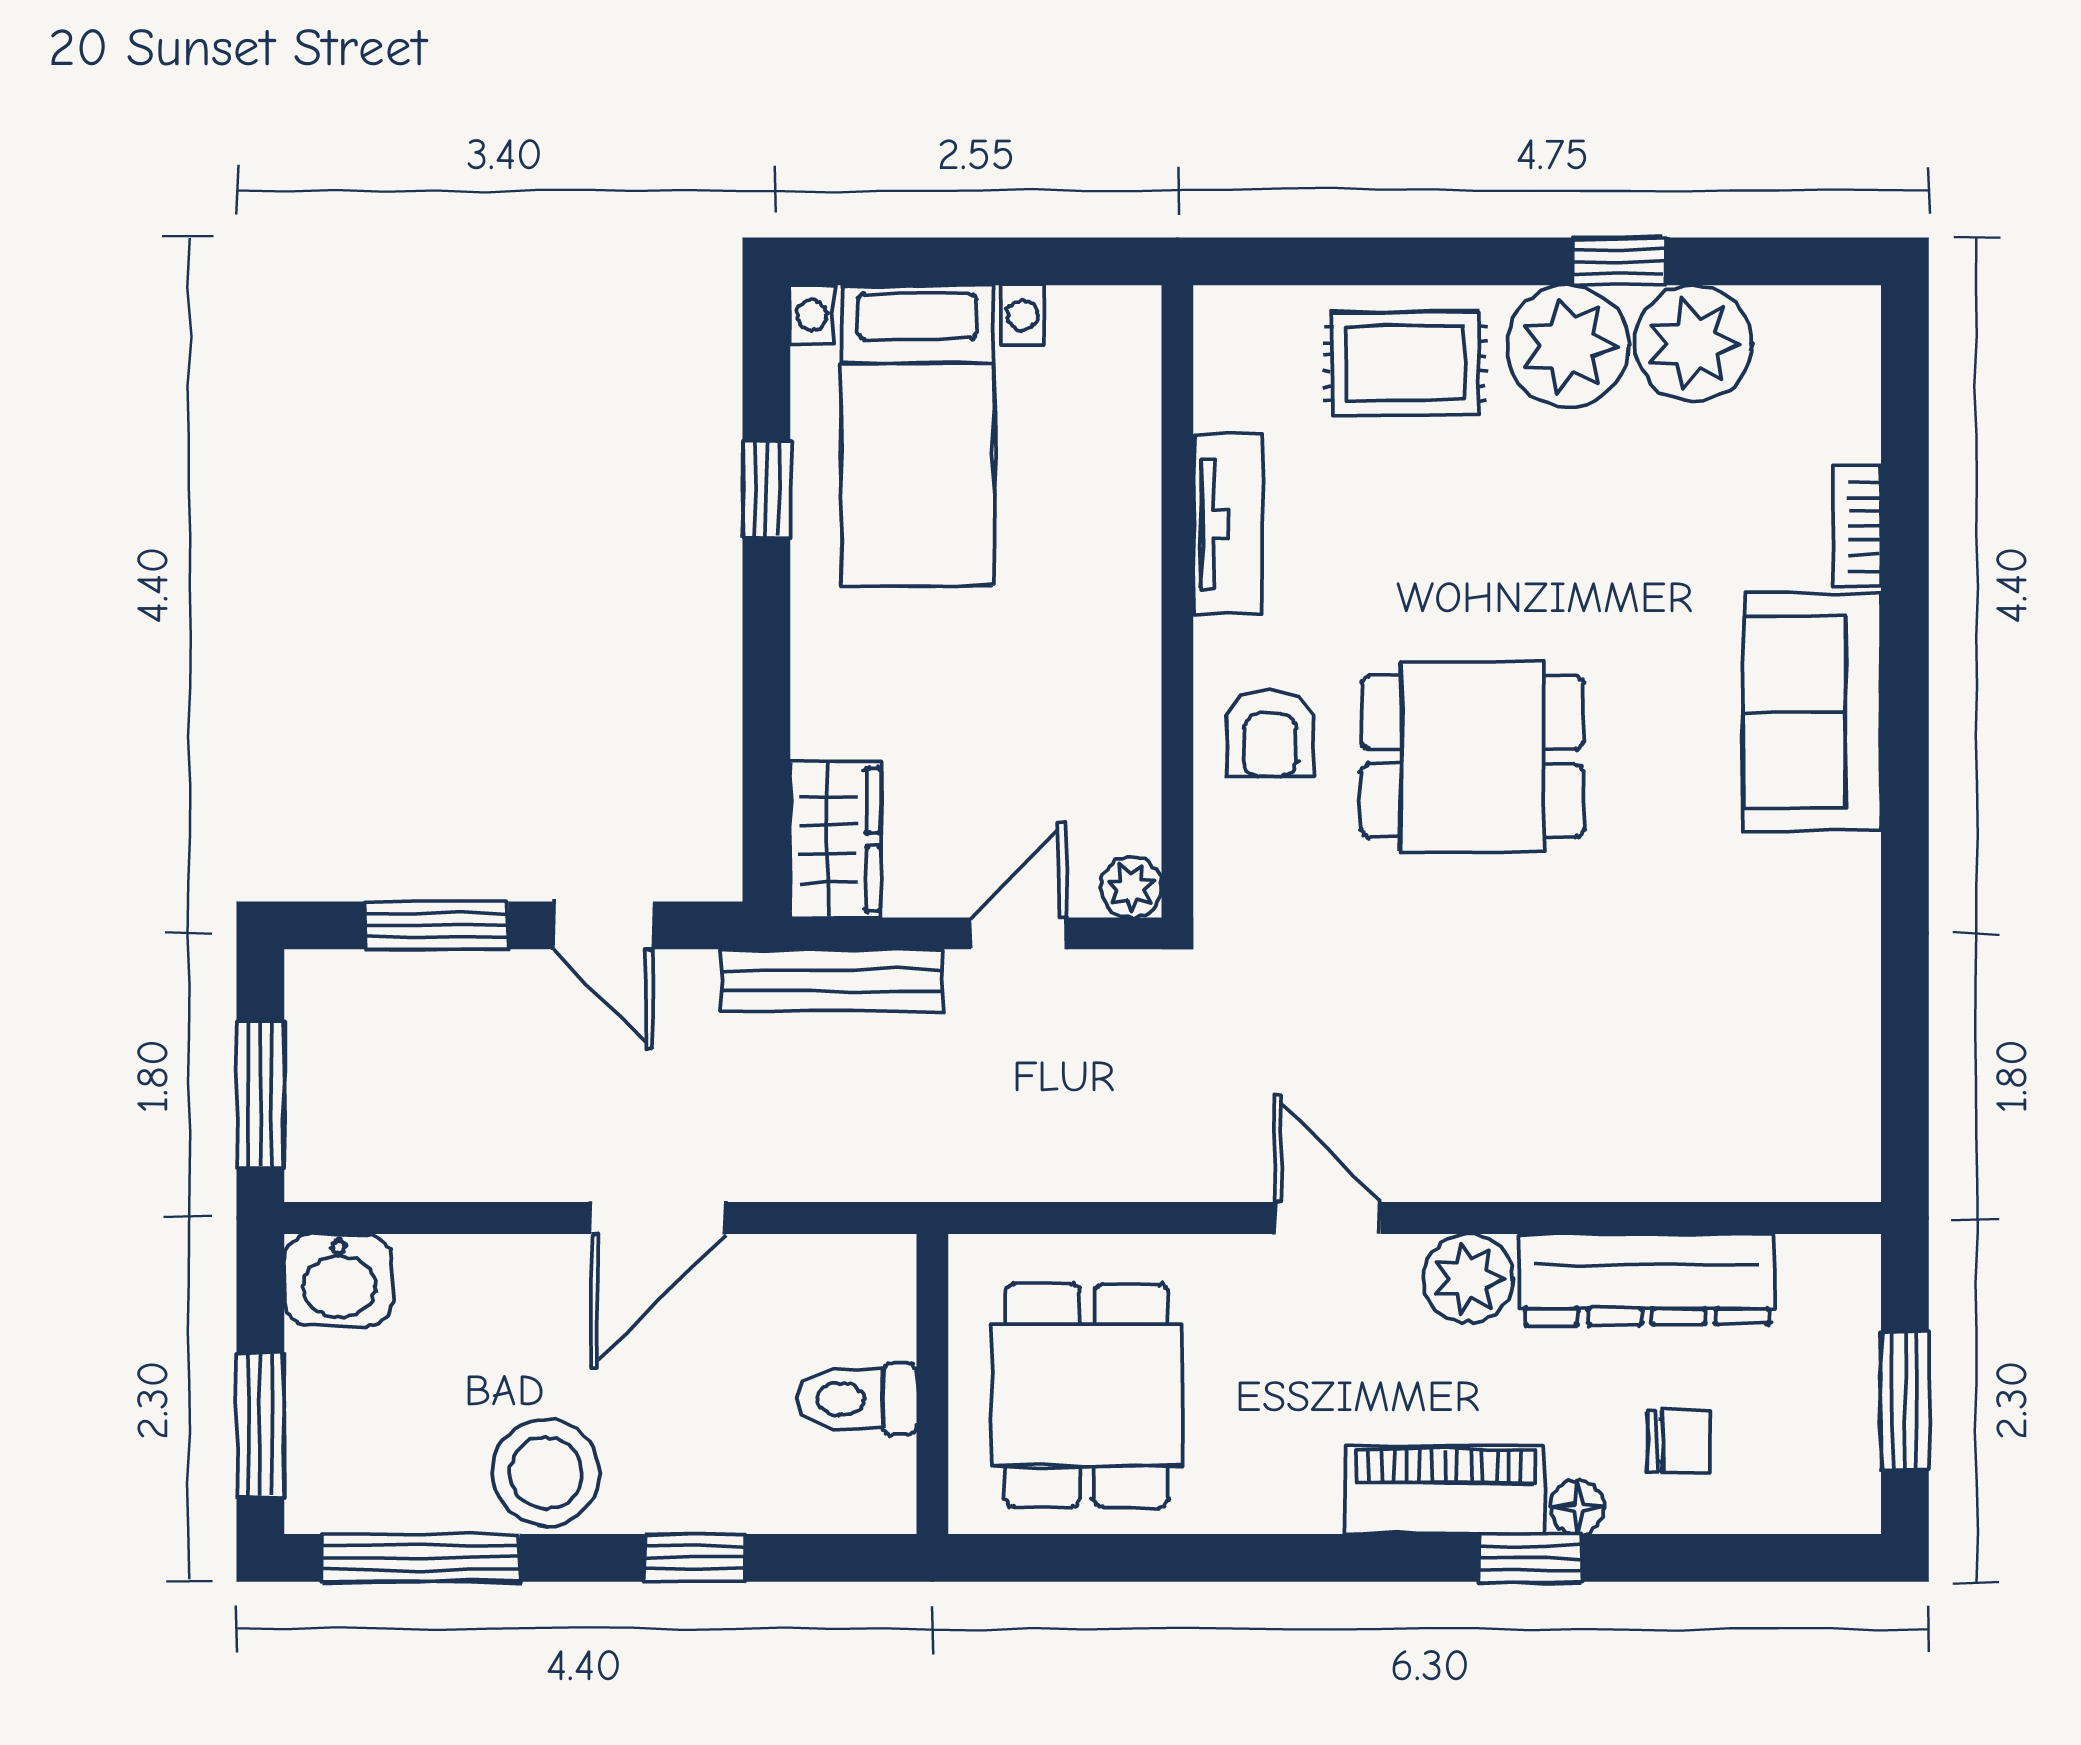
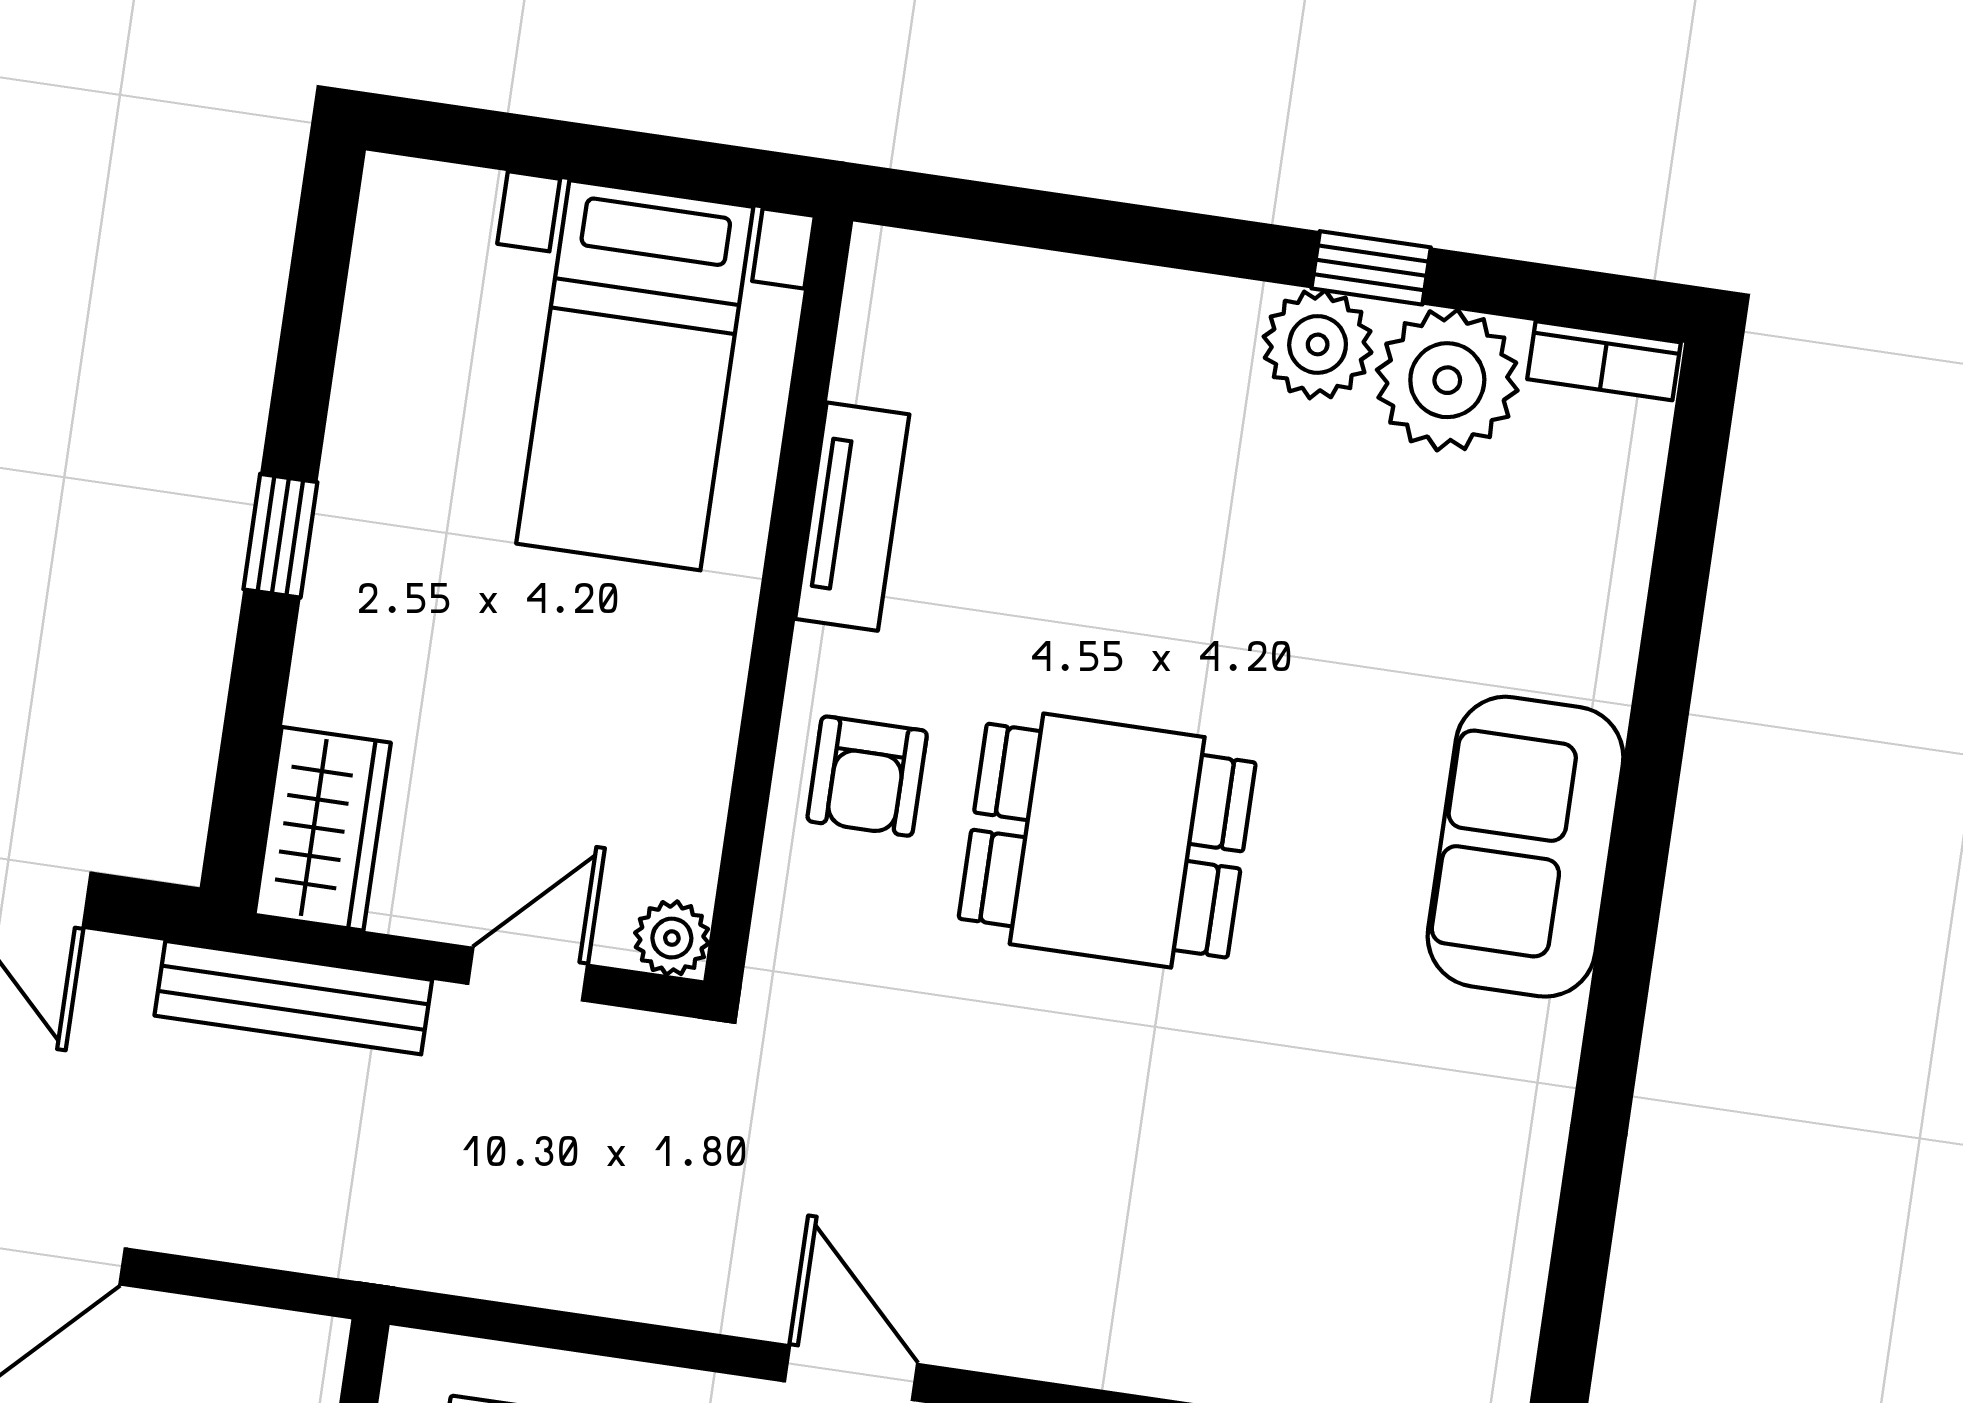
plant: (1568, 346) -> (1318, 344), width x0.73, depth x0.73
rug: (1405, 364) -> (1095, 354), removed
bed with nightstands: (917, 435) -> (635, 375), moved
window: (766, 489) -> (280, 536), moved
bookcase: (1857, 526) -> (1604, 361), moved, turned -90

